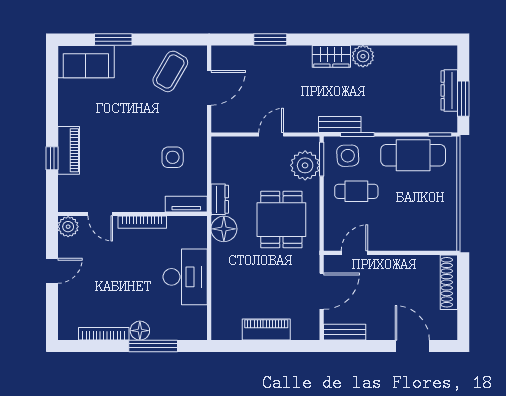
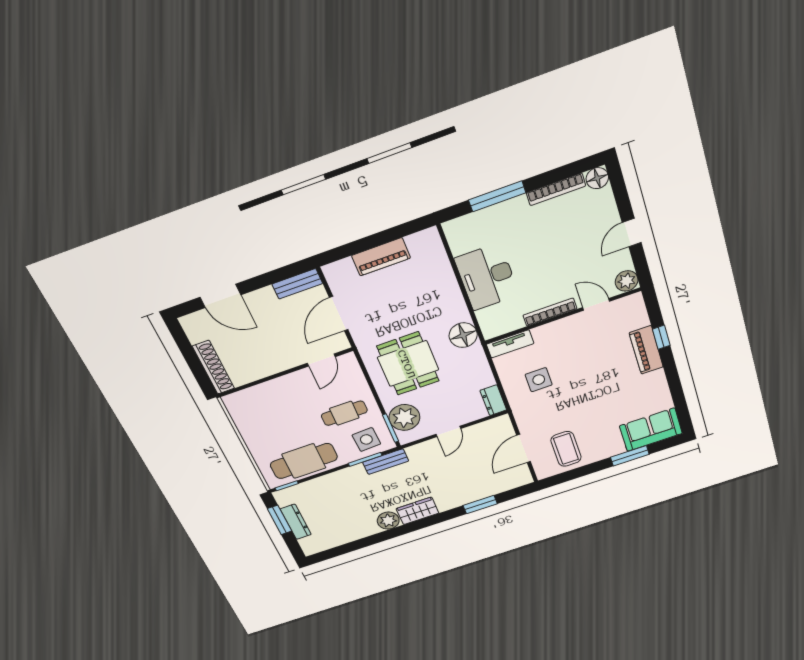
coffee table: (170, 71) -> (566, 449), turned -30
dresser: (220, 199) -> (493, 400), moved
floor lamp: (140, 331) -> (597, 178), moved

